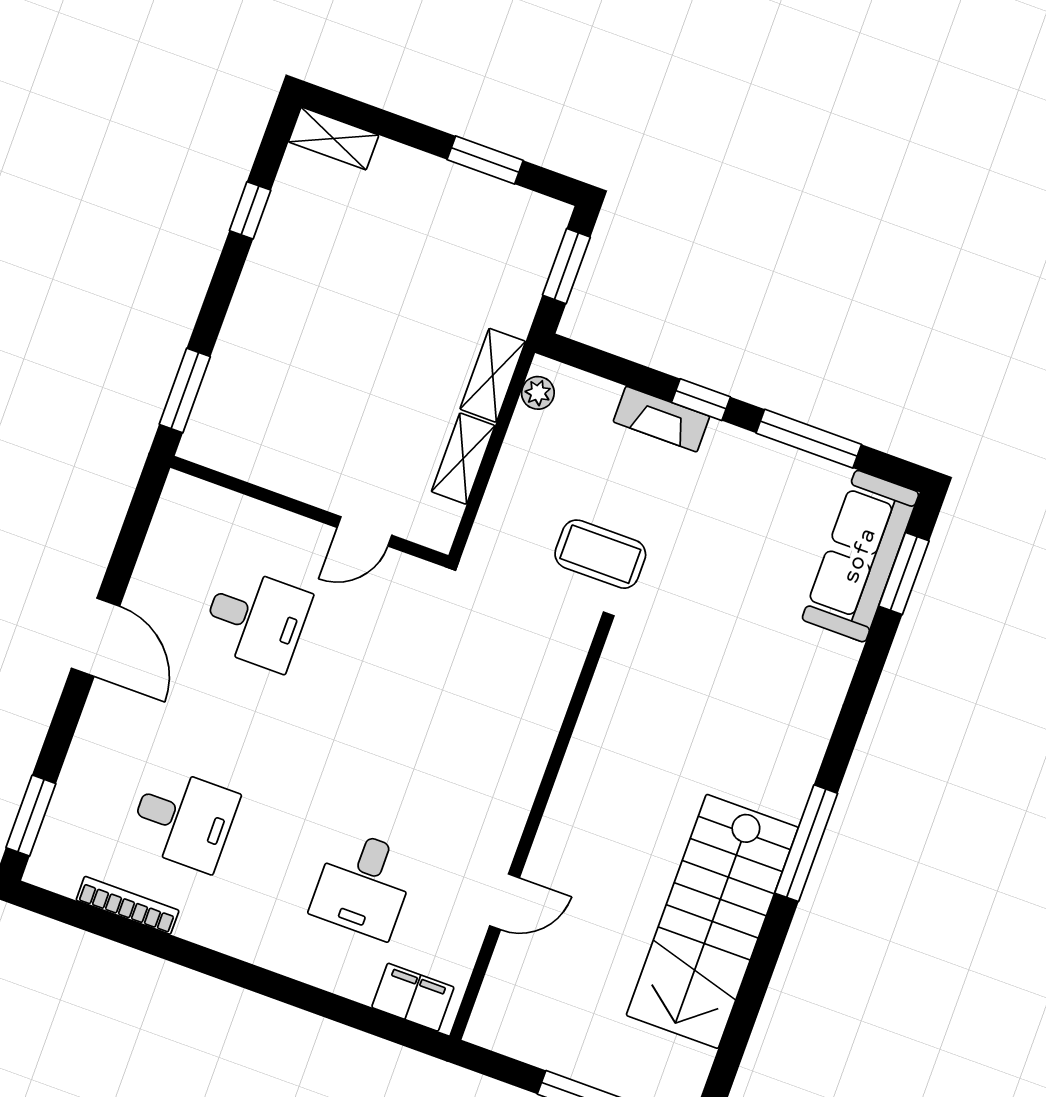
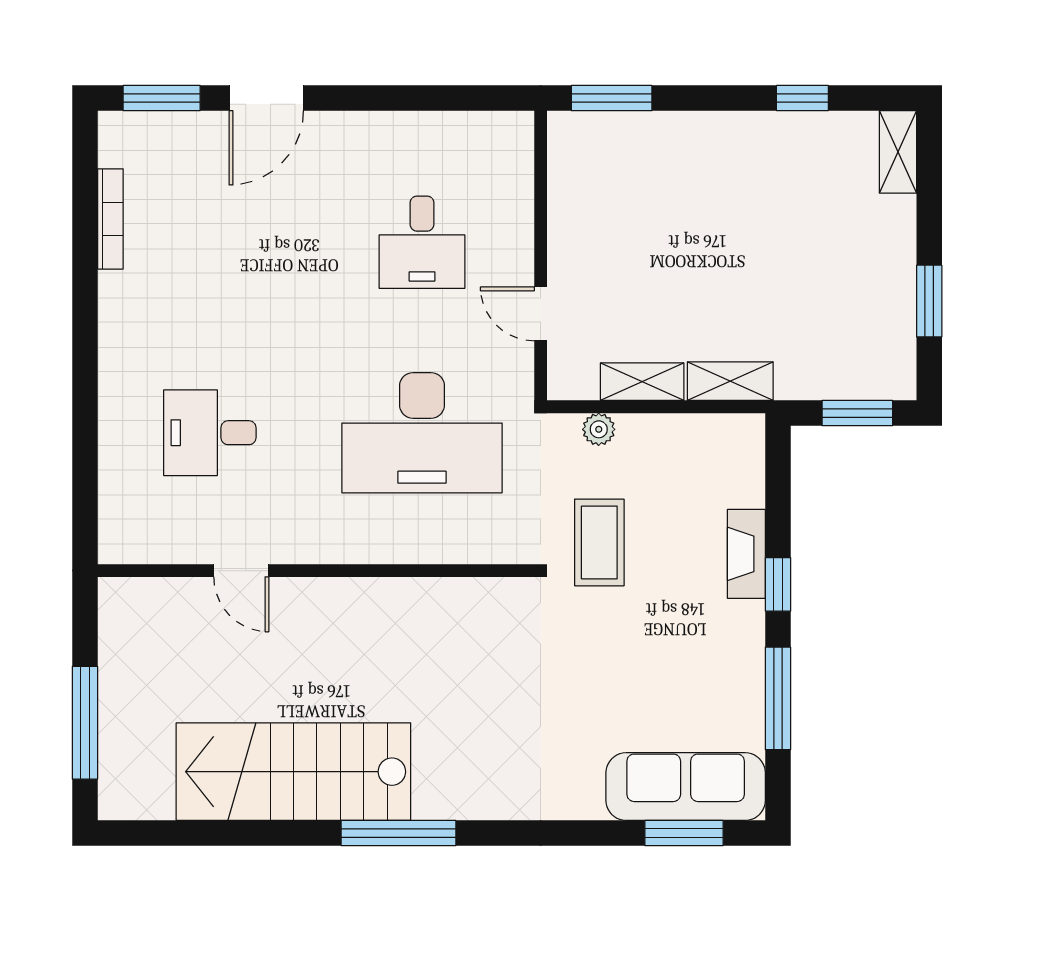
plant: (538, 393) -> (599, 429), moved
door: (95, 637) -> (266, 98), moved
desk: (184, 819) -> (422, 433), moved, width x1.87, depth x1.30
filing cabinet: (413, 997) -> (121, 517), removed

